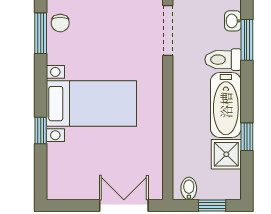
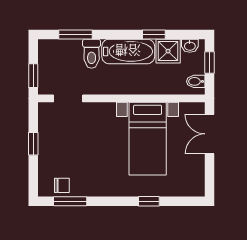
washbasin: (233, 21) -> (190, 46), moved
doorway: (168, 31) -> (68, 98), width x0.73
bed with nightstands: (91, 104) -> (148, 139), moved, turned 180

